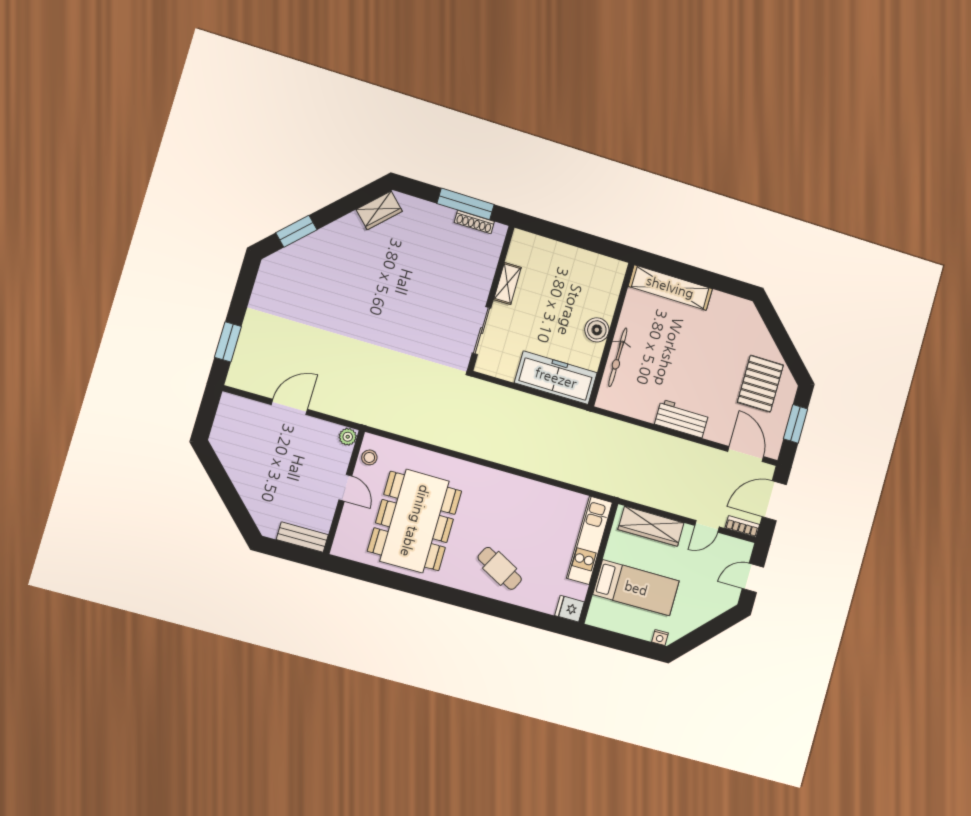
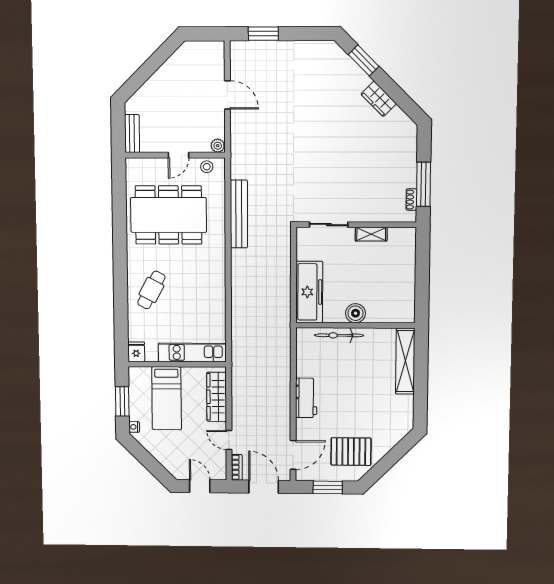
wardrobe: (379, 210) -> (379, 99), moved
shoe rack: (474, 222) -> (411, 200), width x0.70
bench: (438, 435) -> (239, 214), added
window: (625, 643) -> (122, 401), added

